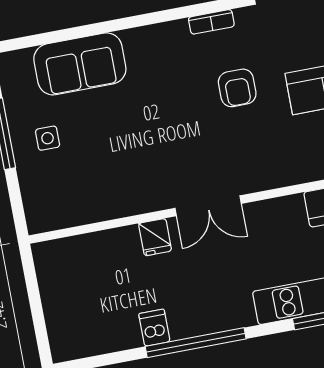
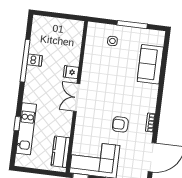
side table: (48, 138) -> (112, 41), moved
window: (196, 343) -> (25, 61), moved

